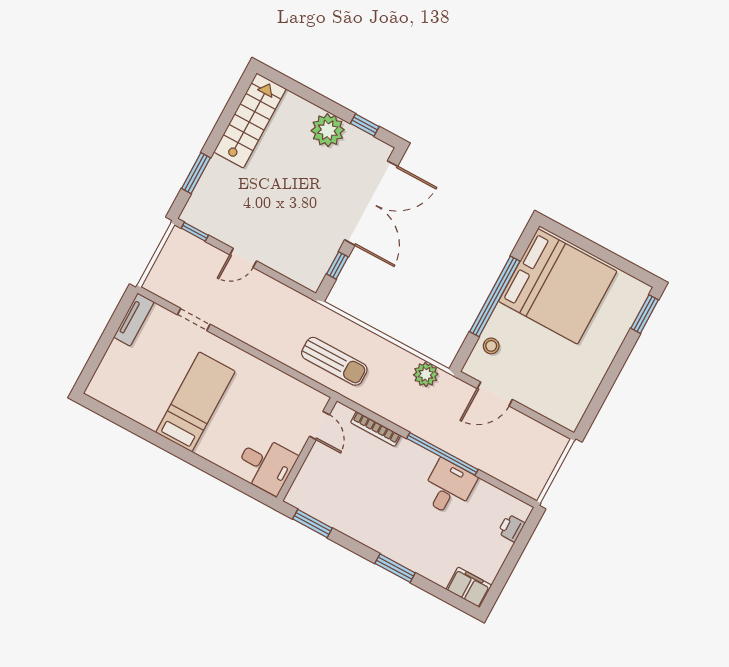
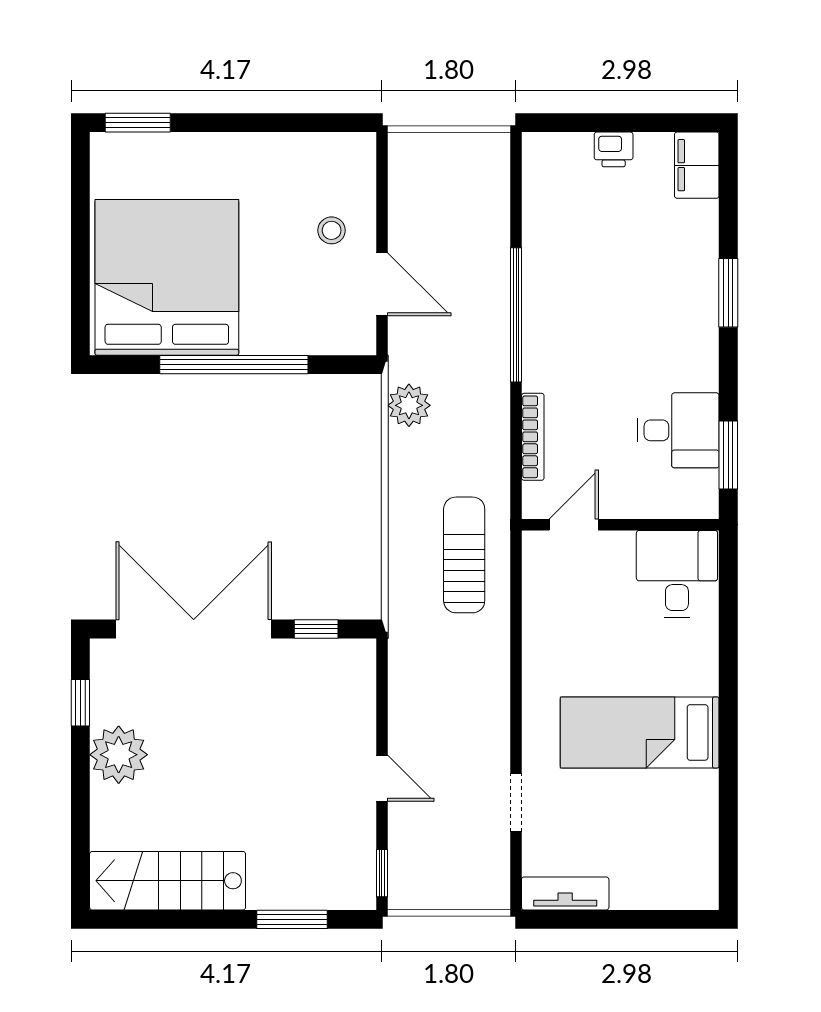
stool: (491, 346) -> (332, 230), moved
desk: (449, 488) -> (678, 430), moved, turned 180
printer: (511, 528) -> (614, 149), moved

